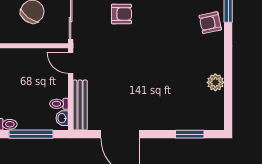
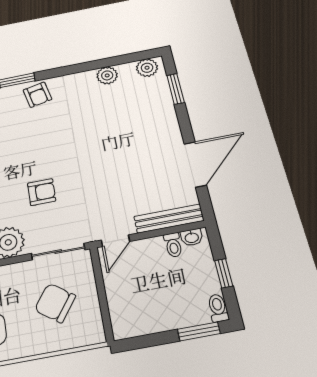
armchair: (121, 14) -> (42, 192), turned 90
plant: (215, 116) -> (147, 68), added
window: (31, 134) -> (224, 273), width x0.46

